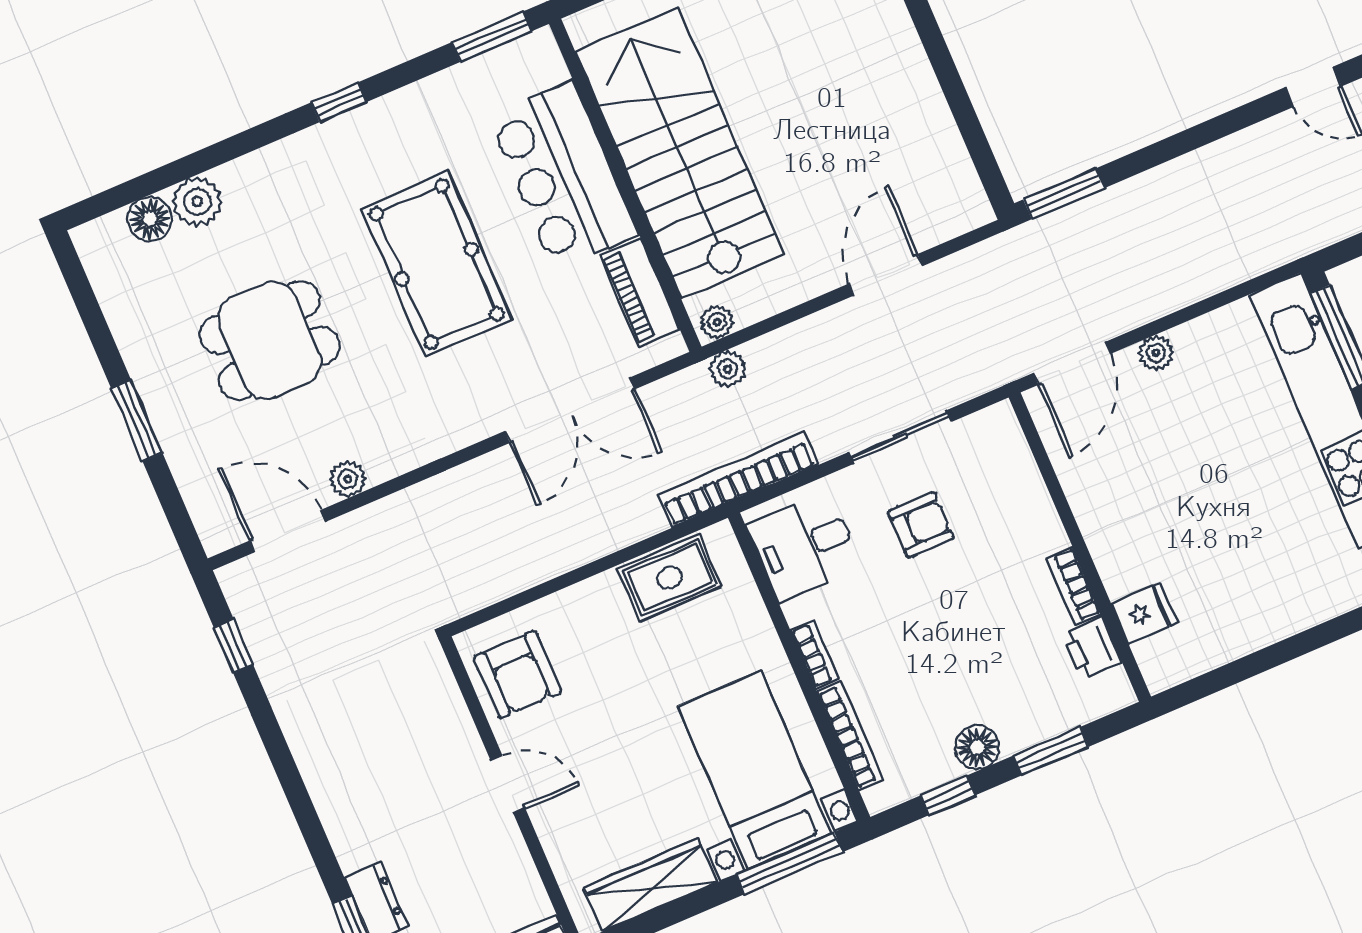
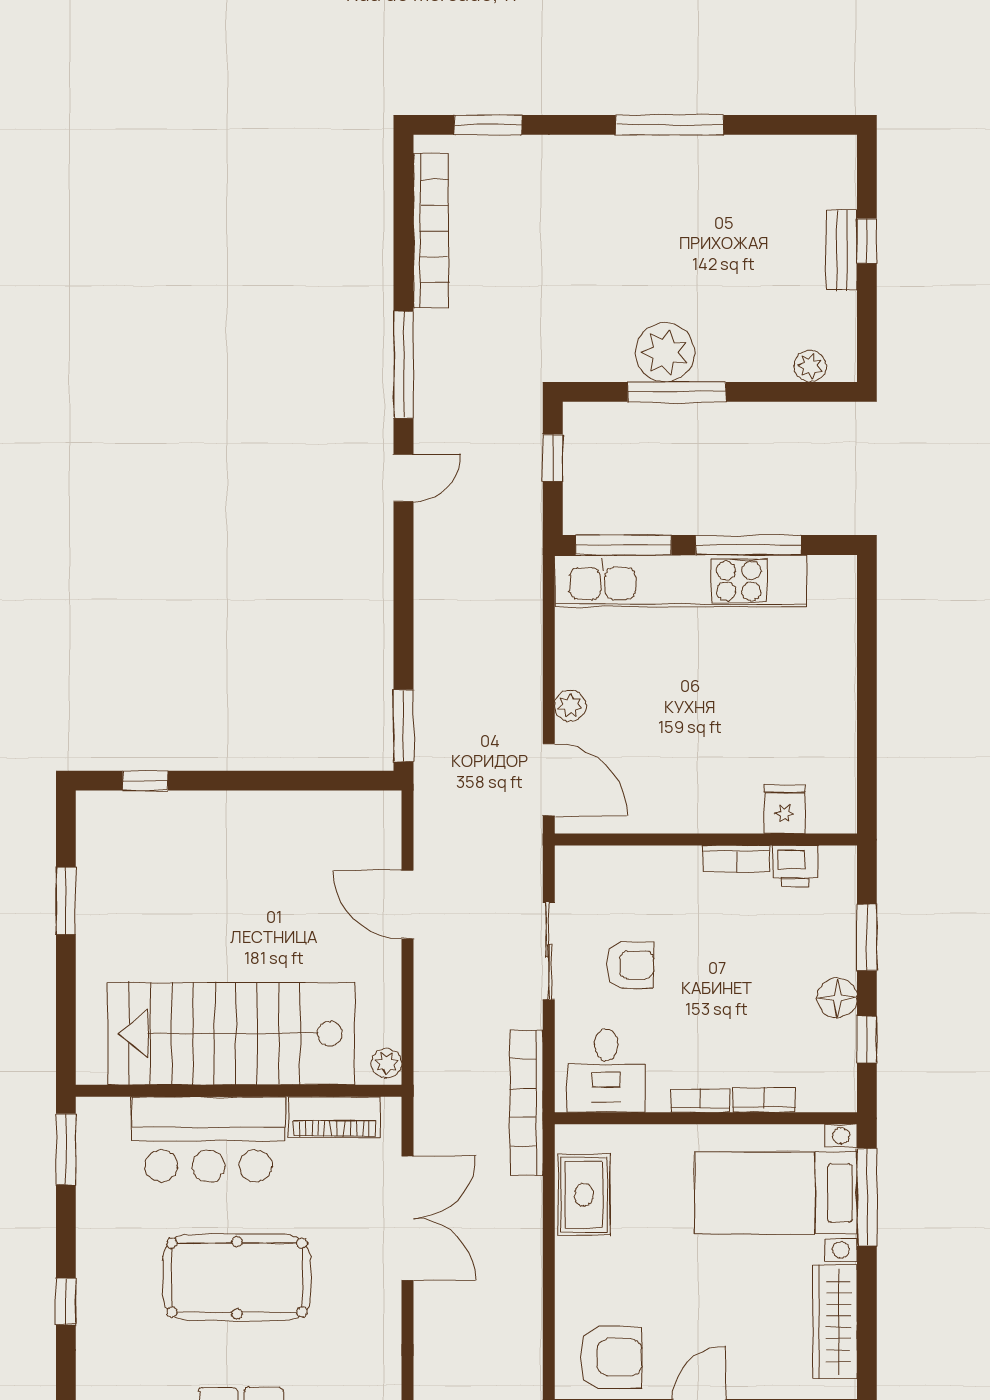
plant: (728, 369) -> (430, 1071), removed
armchair: (921, 525) -> (630, 965), turned 90
bookcase: (850, 736) -> (764, 1100), width x0.64

